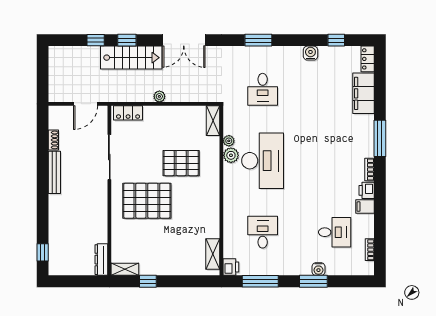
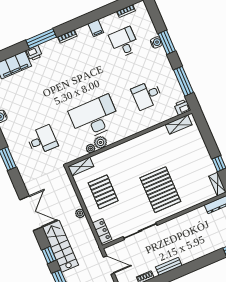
pallet: (181, 163) -> (103, 192), moved
bench: (54, 172) -> (169, 266), width x0.73
printer: (367, 190) -> (34, 53), moved

